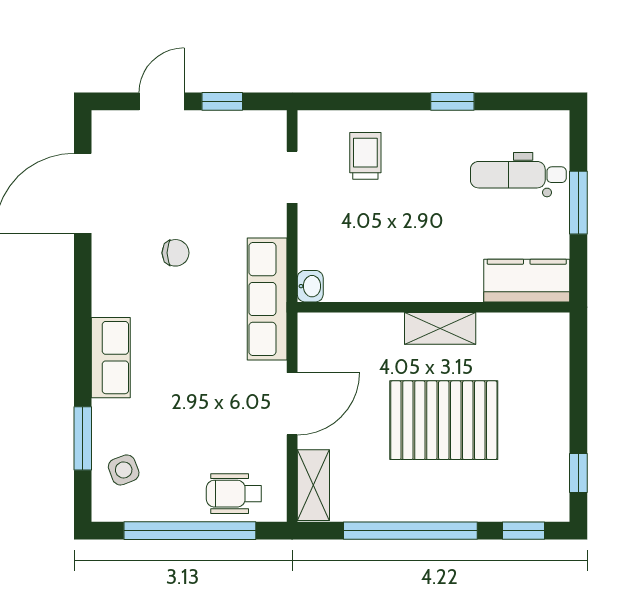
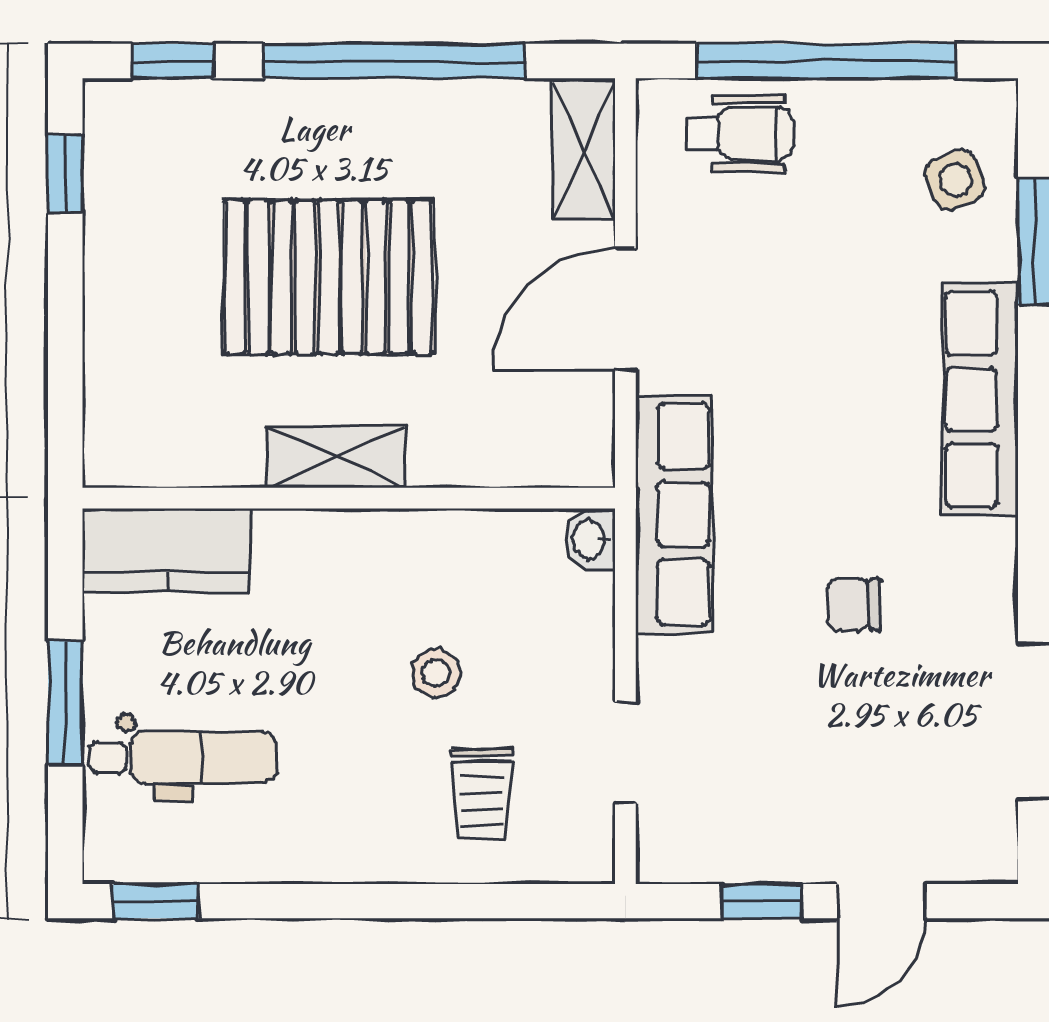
window: (452, 101) -> (156, 901), moved
stool: (389, 218) -> (436, 673), added
row of seats: (111, 358) -> (980, 400), width x1.48

